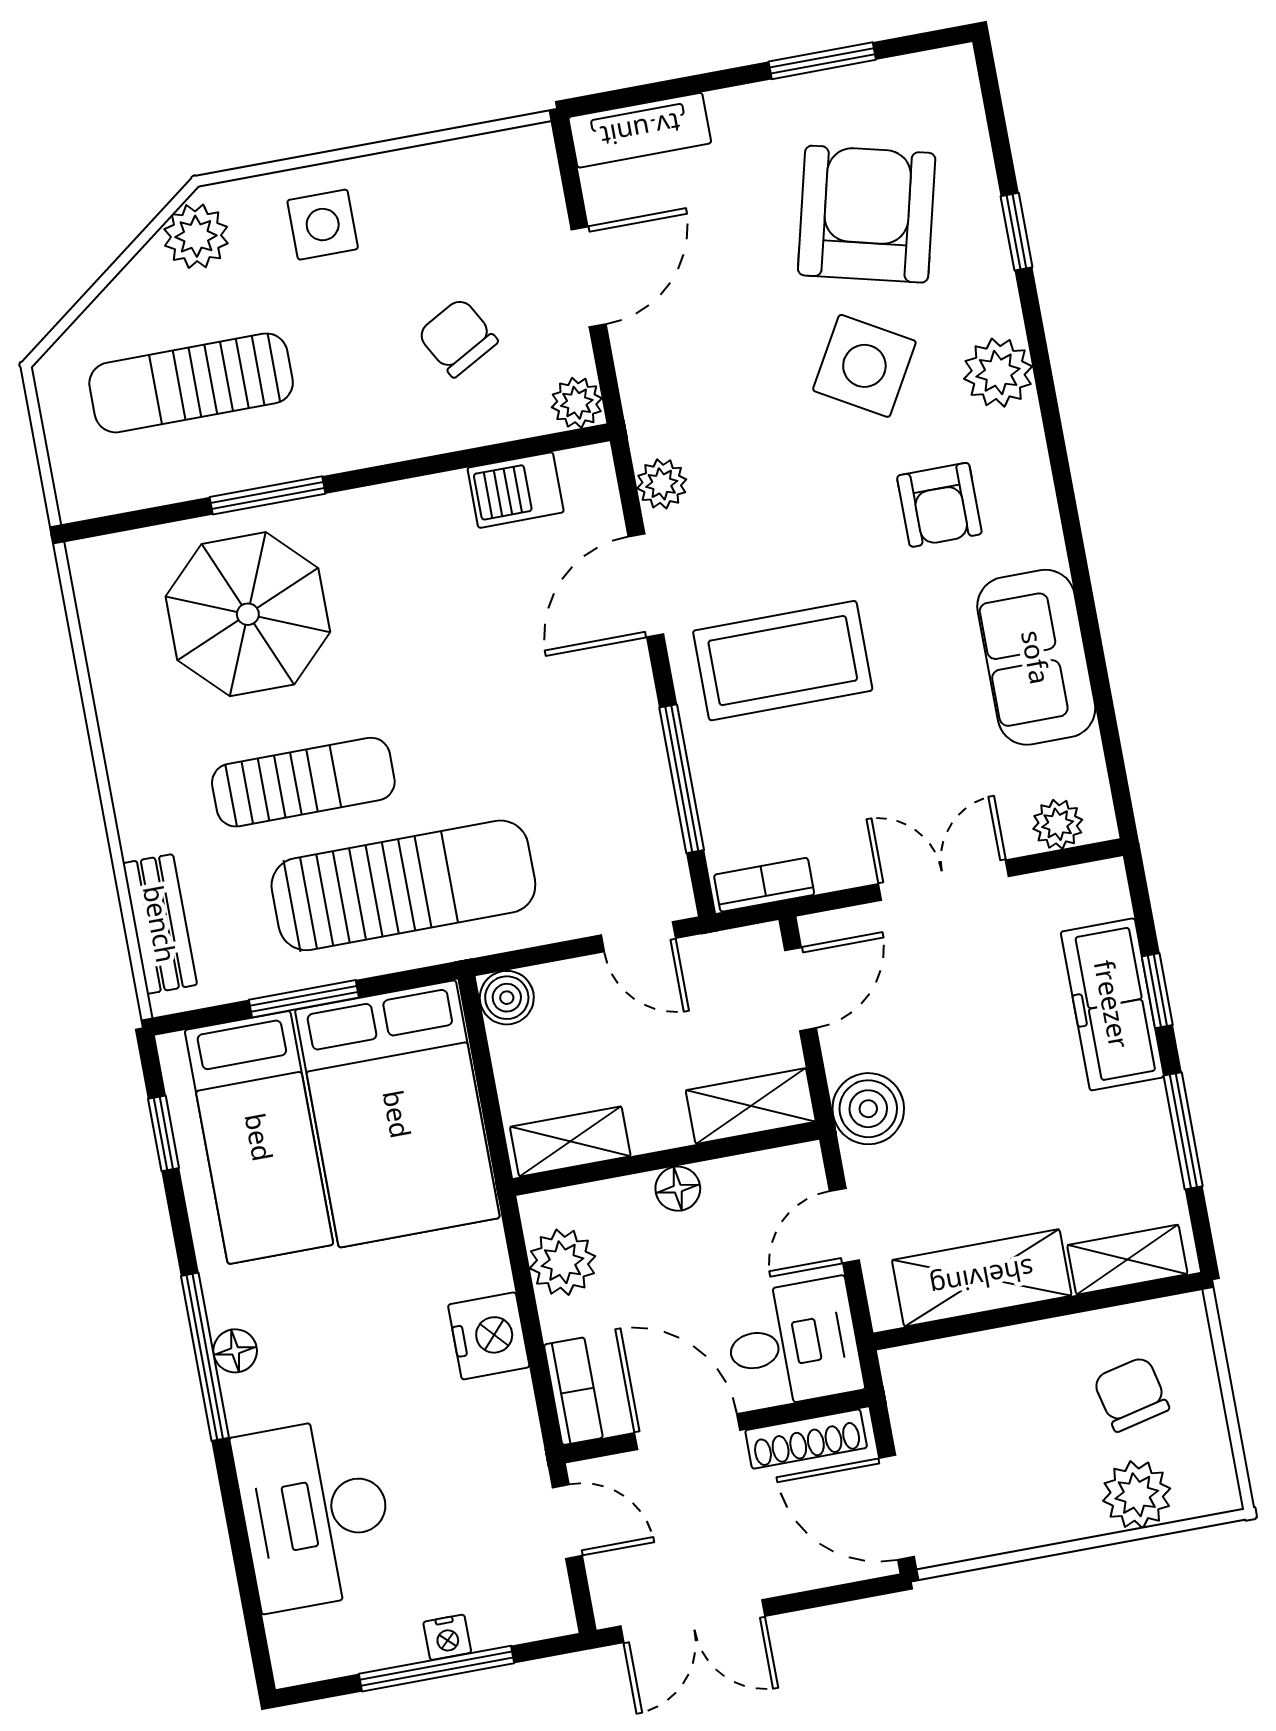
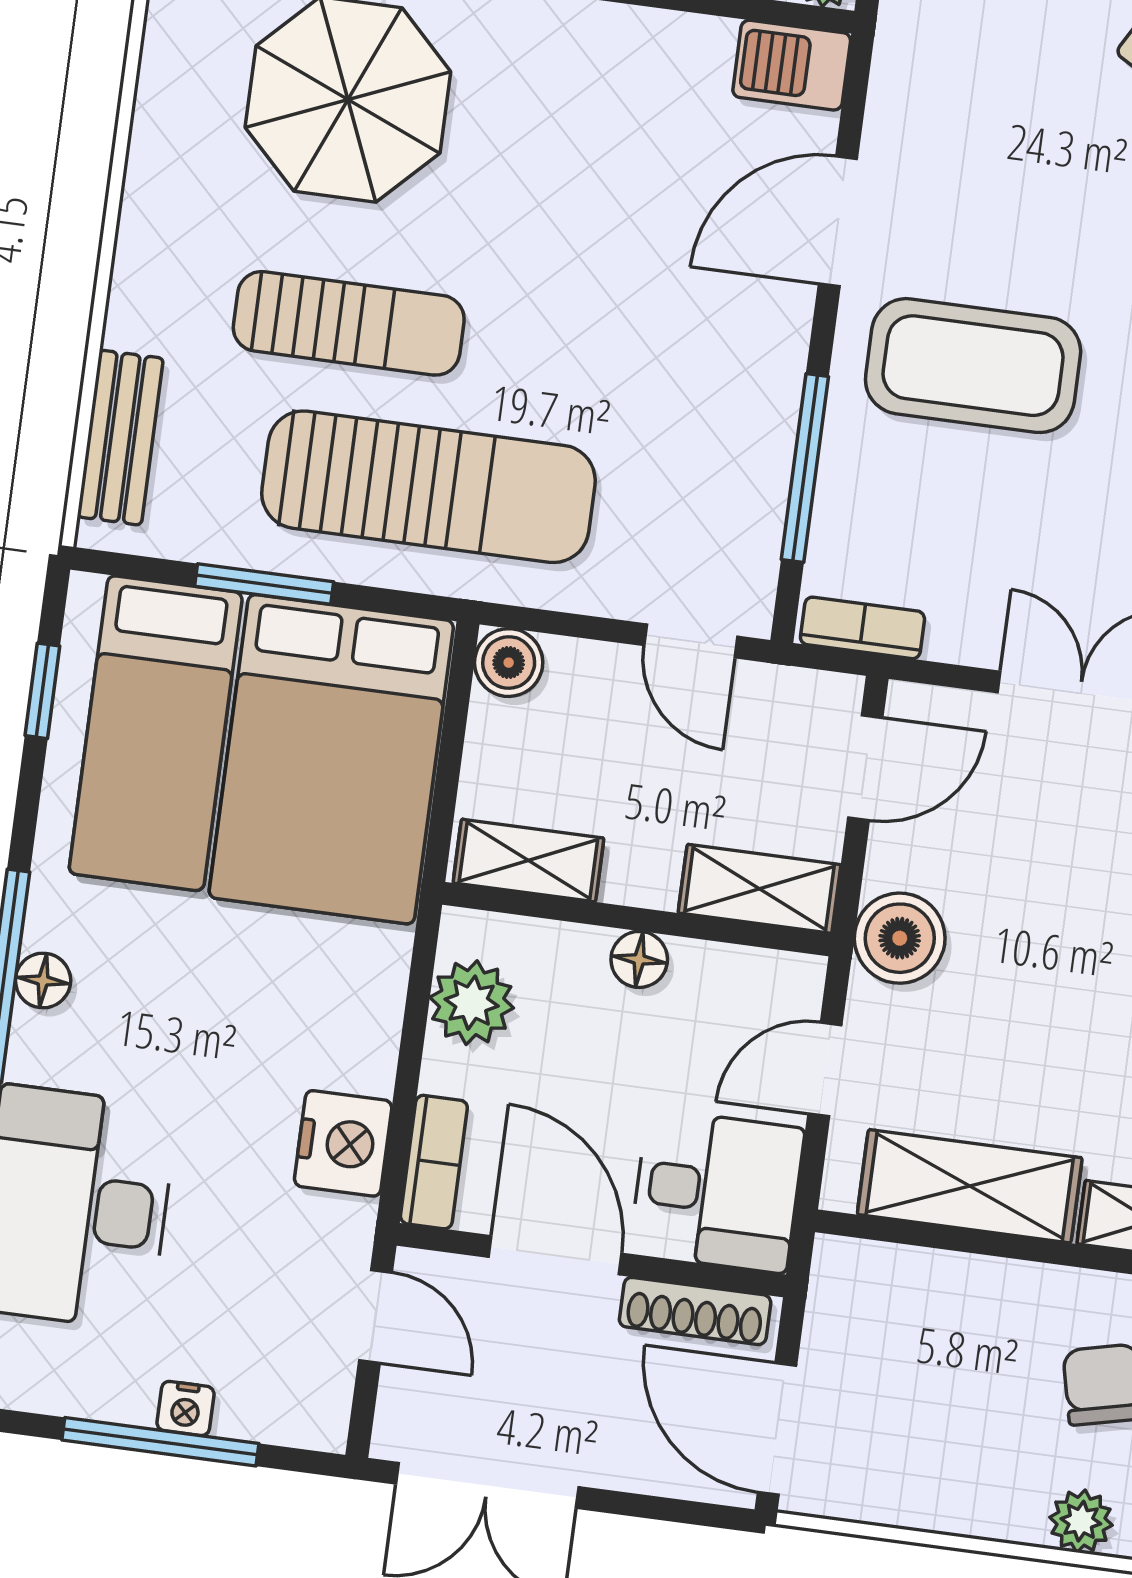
plant: (662, 484) -> (897, 106), removed
barbecue: (516, 490) -> (792, 65), moved
nightstand: (489, 1336) -> (343, 1143), moved
plant: (1137, 1495) -> (1081, 1521), width x0.73, depth x0.73

